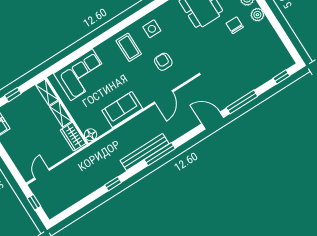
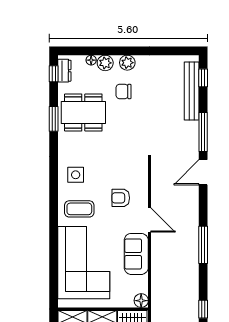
armchair: (163, 62) -> (121, 198), moved
corner sofa: (81, 75) -> (84, 263), width x1.36, depth x1.36
door: (164, 97) -> (150, 220), moved
bench: (145, 152) -> (192, 91), moved

